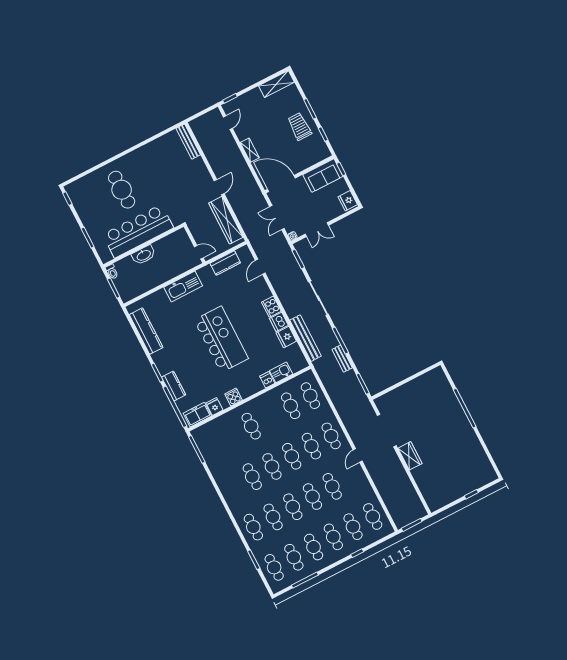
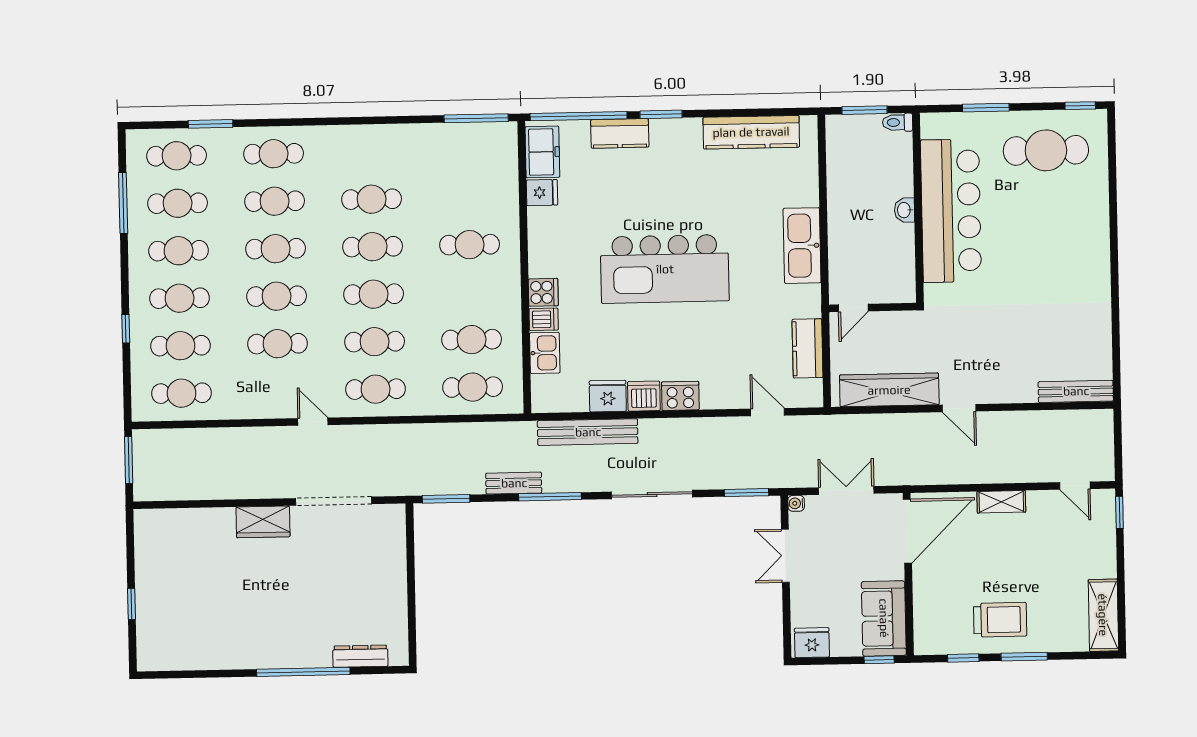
cafe table: (122, 190) -> (1046, 150), moved
washbasin: (144, 255) -> (904, 210), width x0.52, depth x0.69
dresser: (446, 387) -> (360, 656), added
cooker: (234, 397) -> (543, 292), moved

